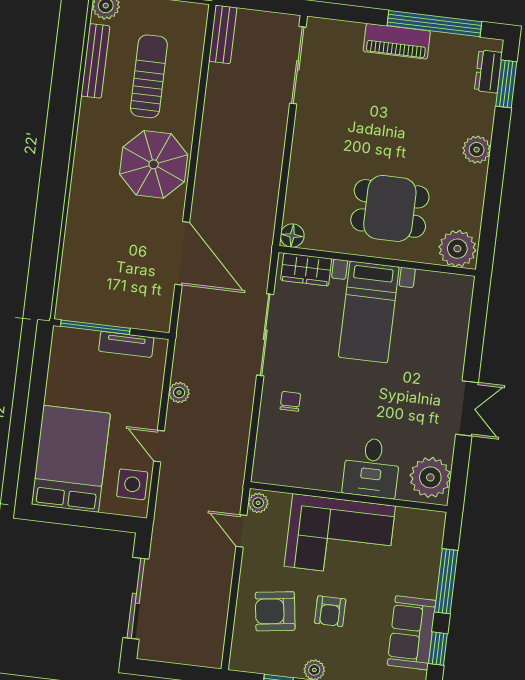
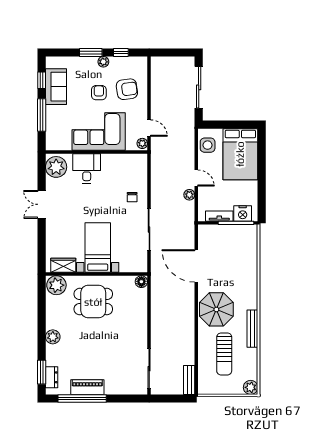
piano: (397, 41) -> (87, 387), moved
bench: (95, 61) -> (252, 329), moved
wardrobe: (306, 269) -> (63, 265), moved
nightstand: (80, 344) -> (243, 214), added
door: (159, 446) -> (196, 178), moved

